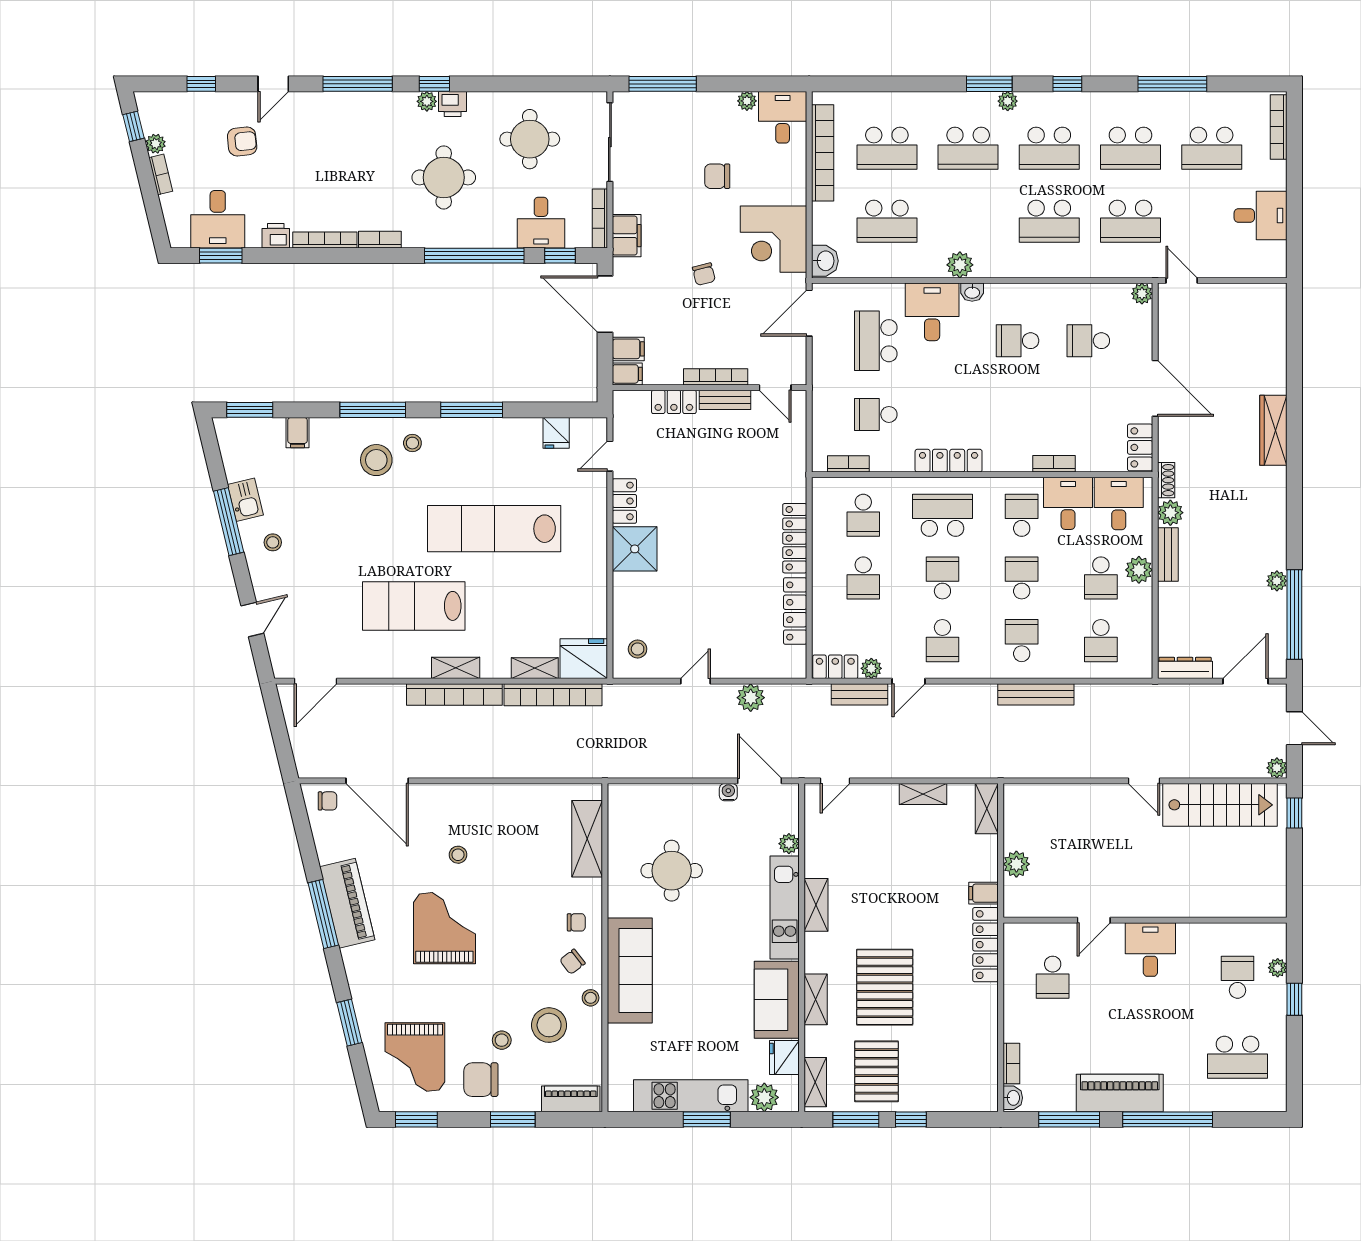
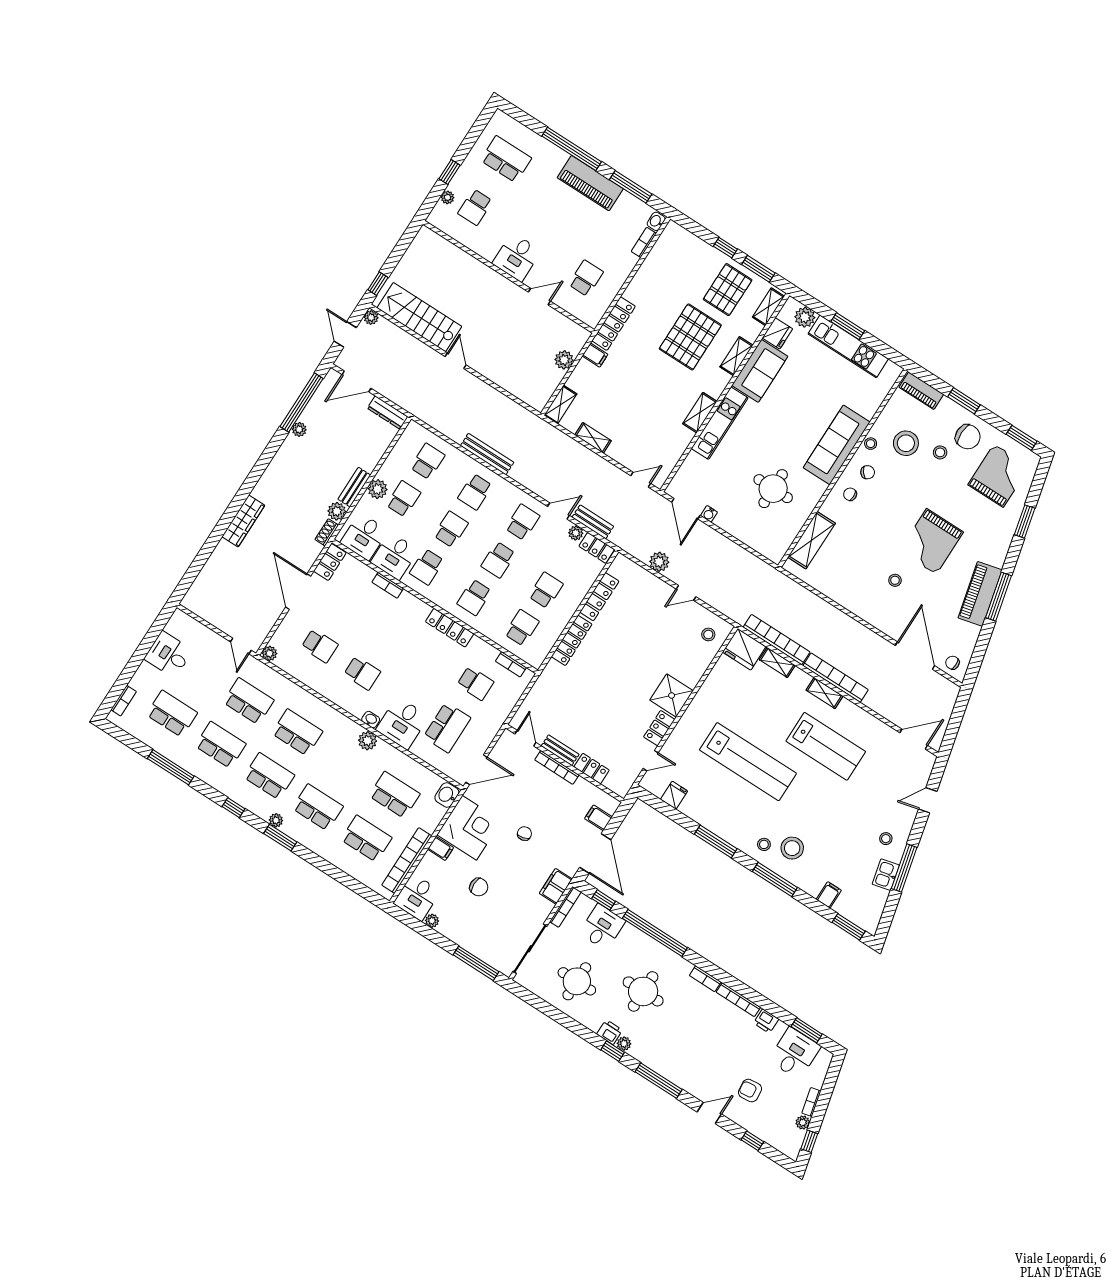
bookcase: (1279, 127) -> (124, 701), width x0.64
filing cabinet: (627, 374) -> (441, 848), moved, turned 180
school desk: (942, 515) -> (474, 597), width x0.54
school desk: (1022, 578) -> (451, 529), turned 180
plant: (789, 844) -> (692, 460), removed

